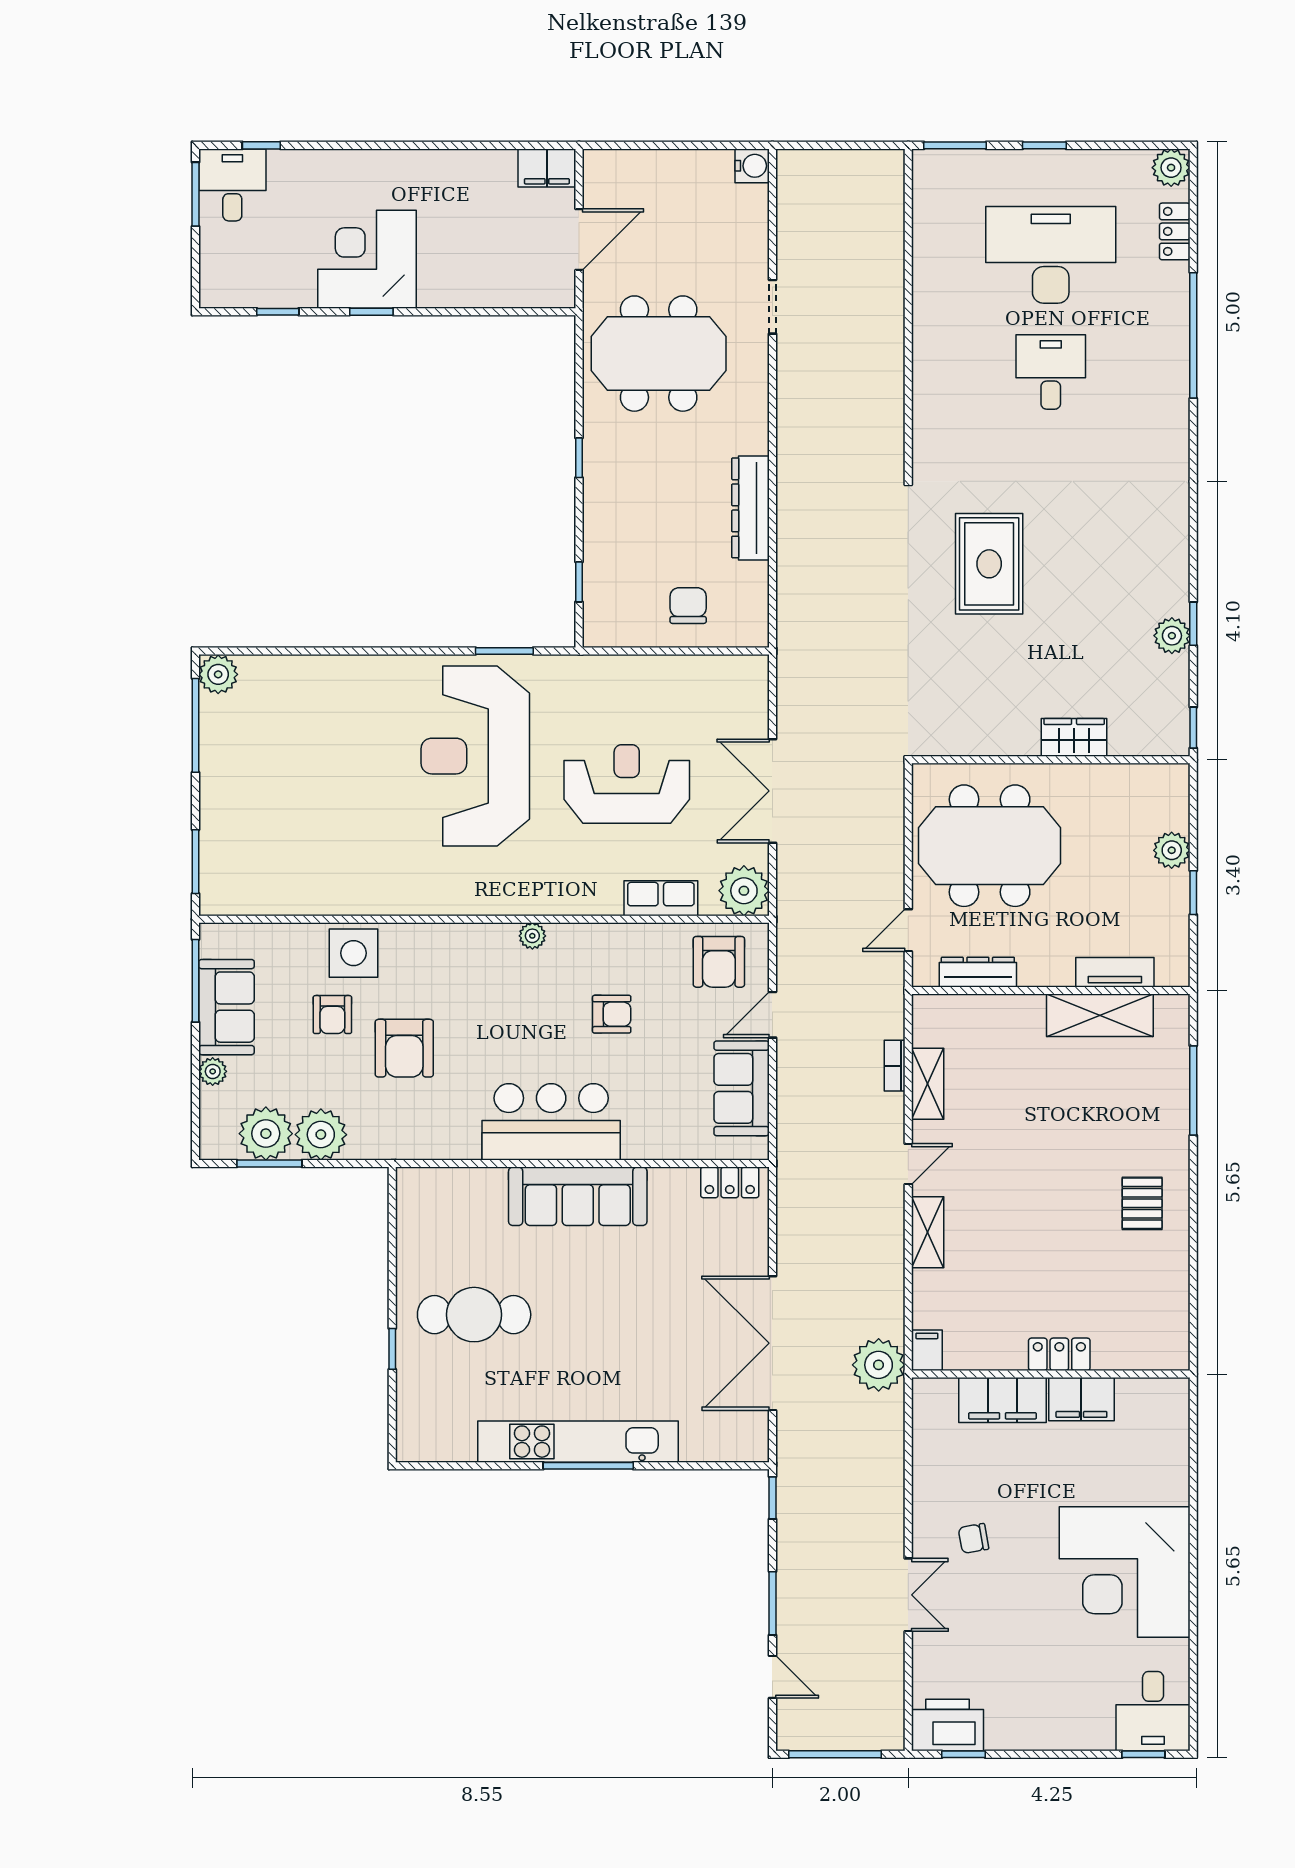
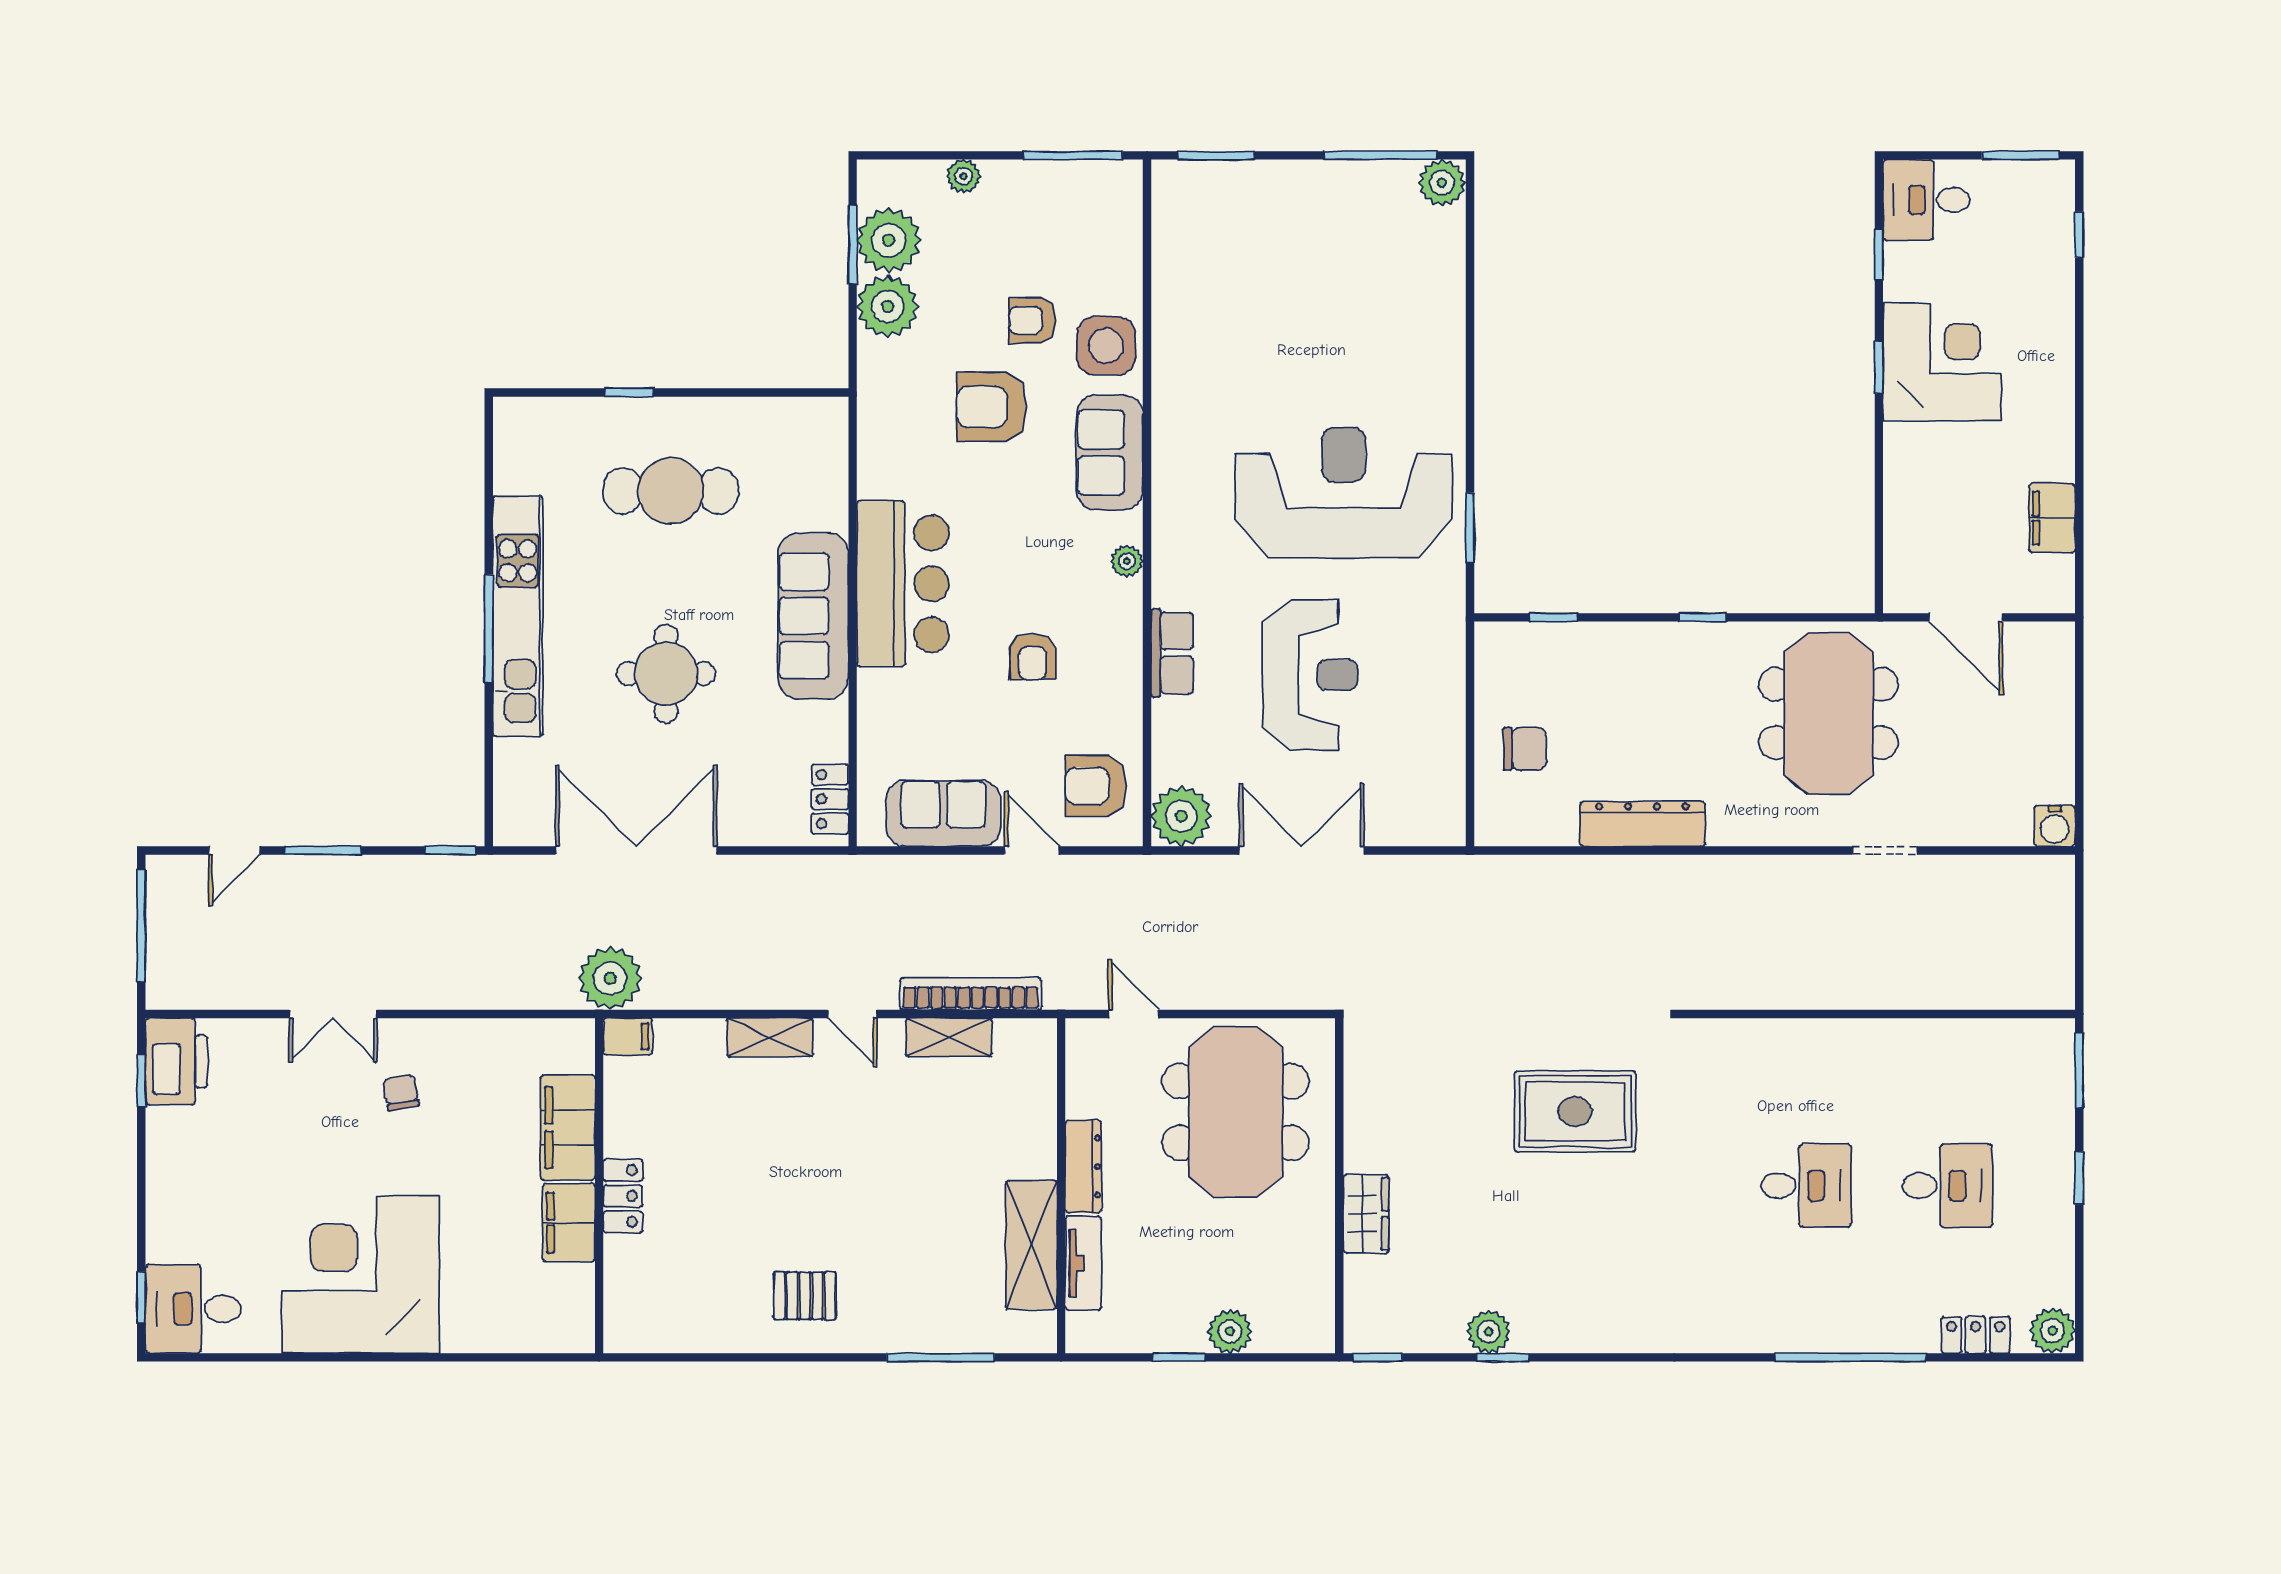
filing cabinet: (547, 168) -> (2052, 518), moved
desk: (232, 185) -> (1926, 200), moved, turned 180
desk: (1051, 255) -> (1947, 1186), width x0.53, depth x0.77
row of seats: (661, 898) -> (1172, 653), moved
dresser: (978, 972) -> (1083, 1167), moved
sofa: (226, 1007) -> (1110, 453), moved, turned 90
bookcase: (895, 1066) -> (971, 994), width x2.31, depth x1.31
cafe table: (474, 1315) -> (671, 491), turned 90
round table: (626, 1318) -> (666, 674), added

